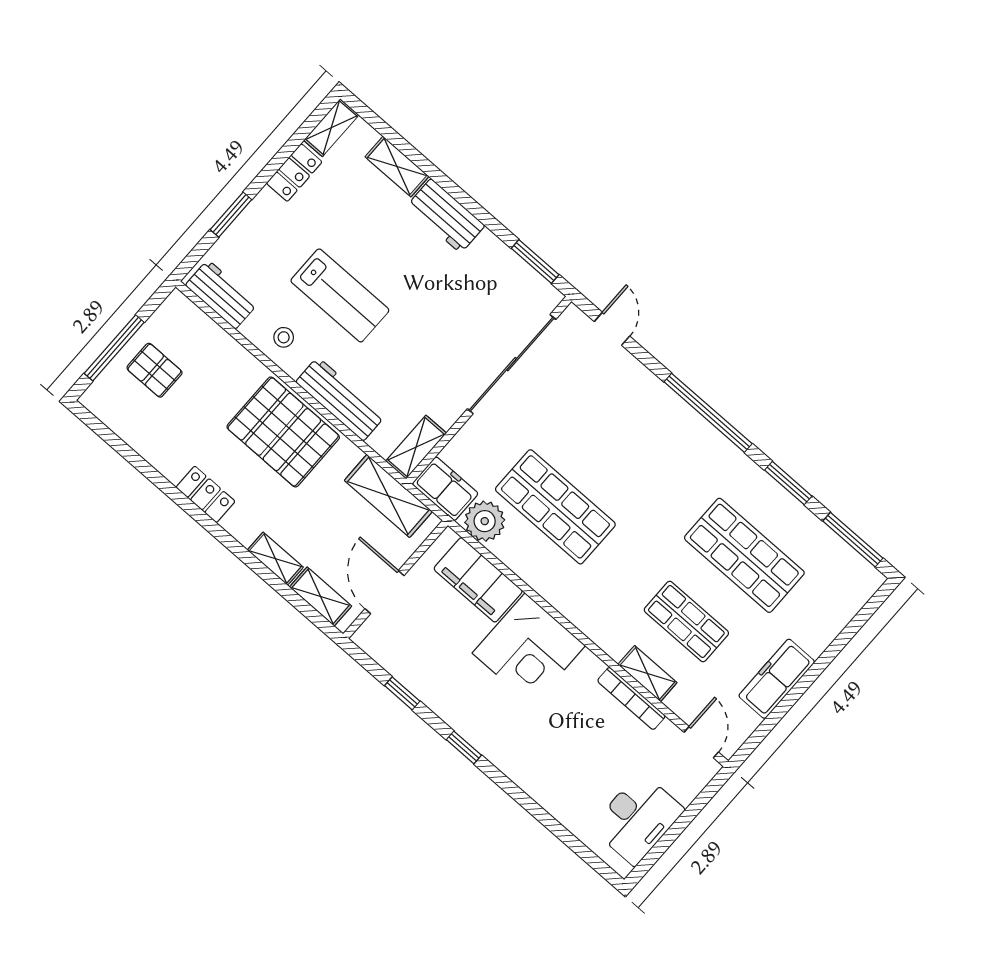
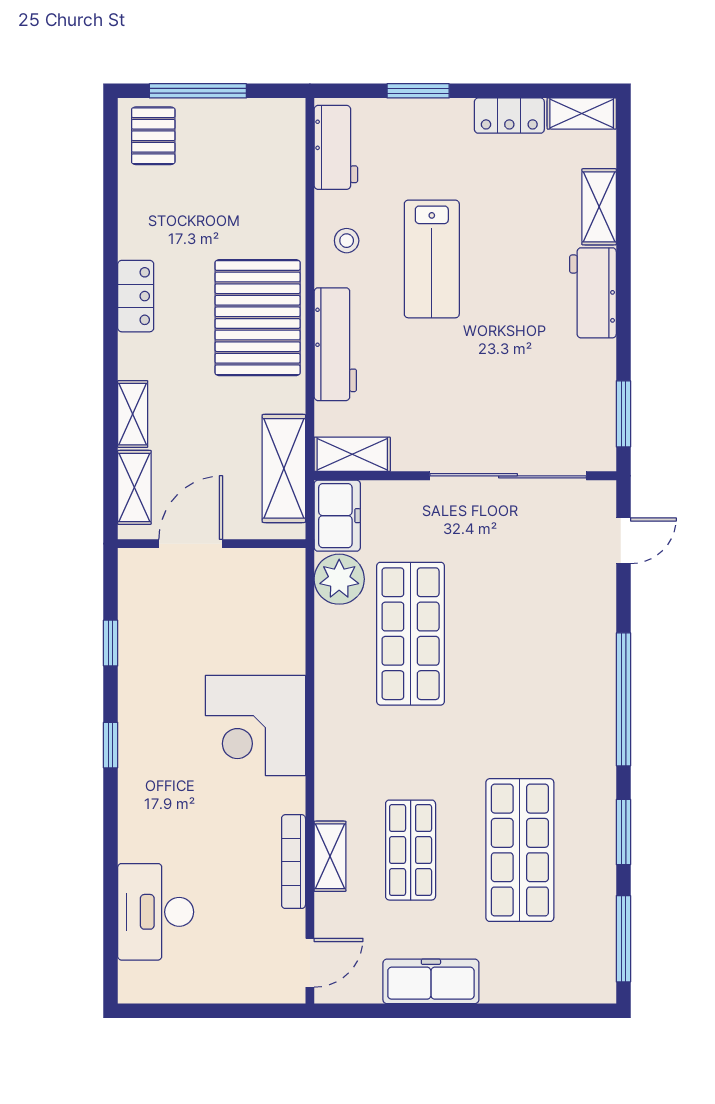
pallet: (154, 370) -> (153, 136), moved
filing cabinet: (478, 580) -> (279, 621), removed
desk: (637, 819) -> (156, 912), moved, turned 90

